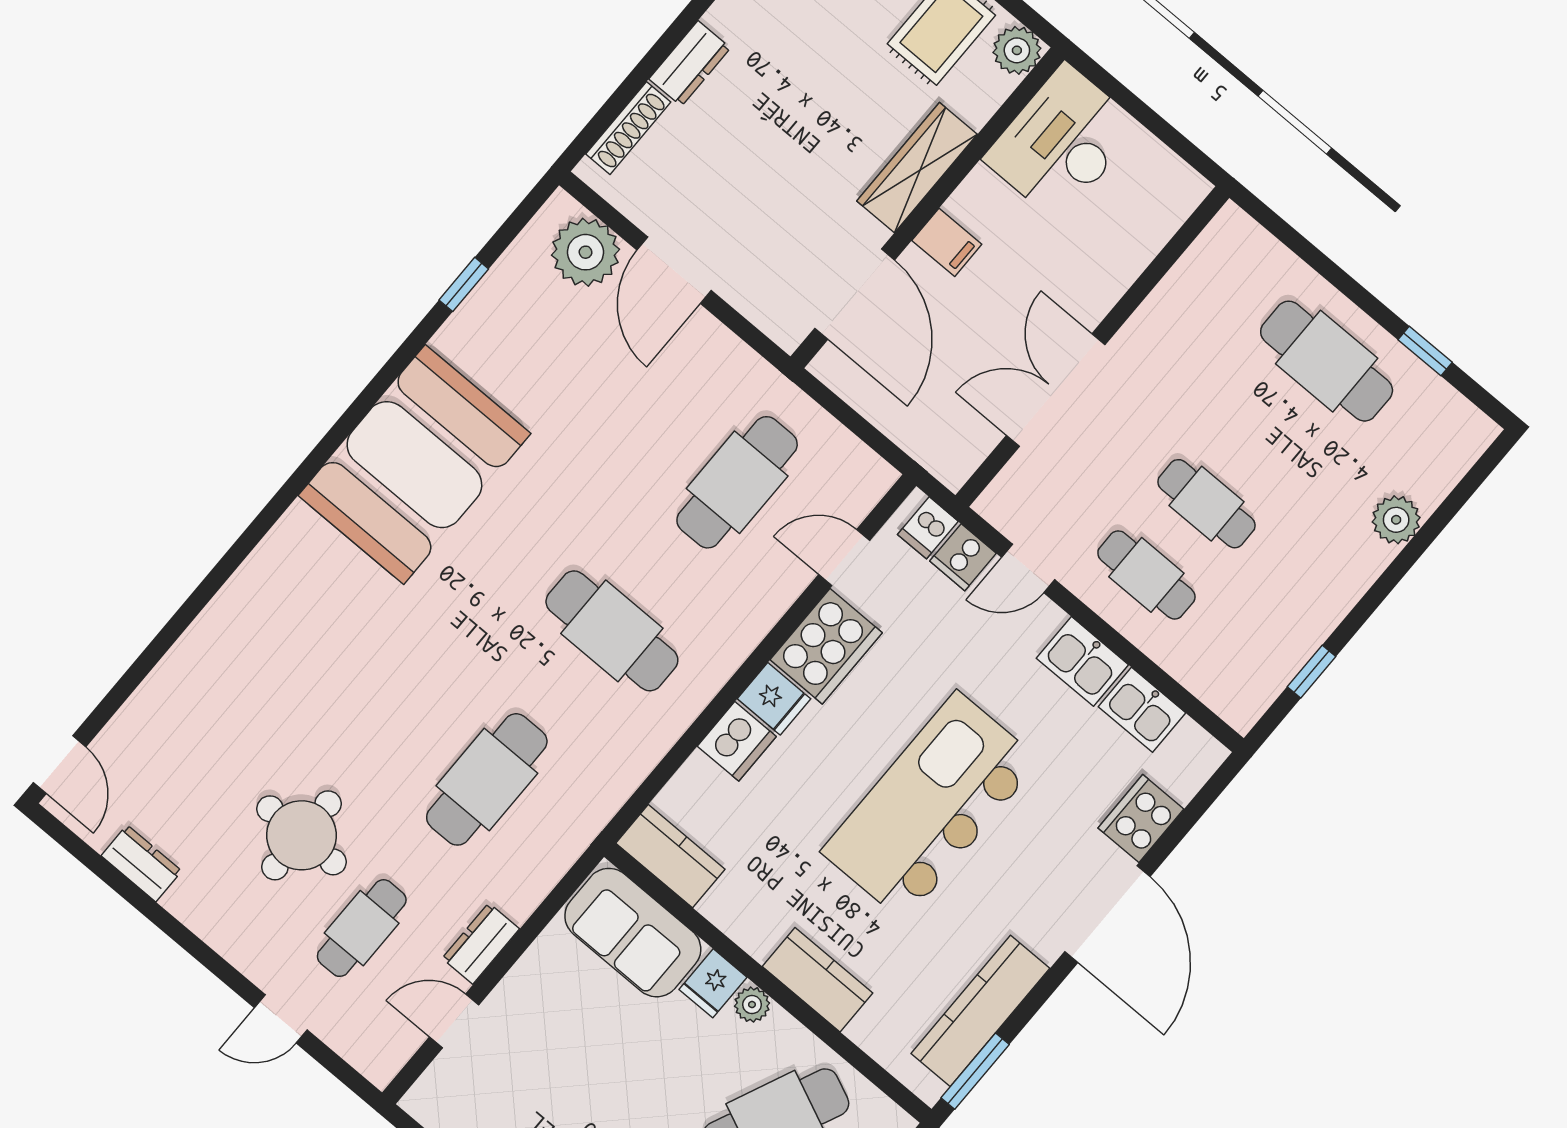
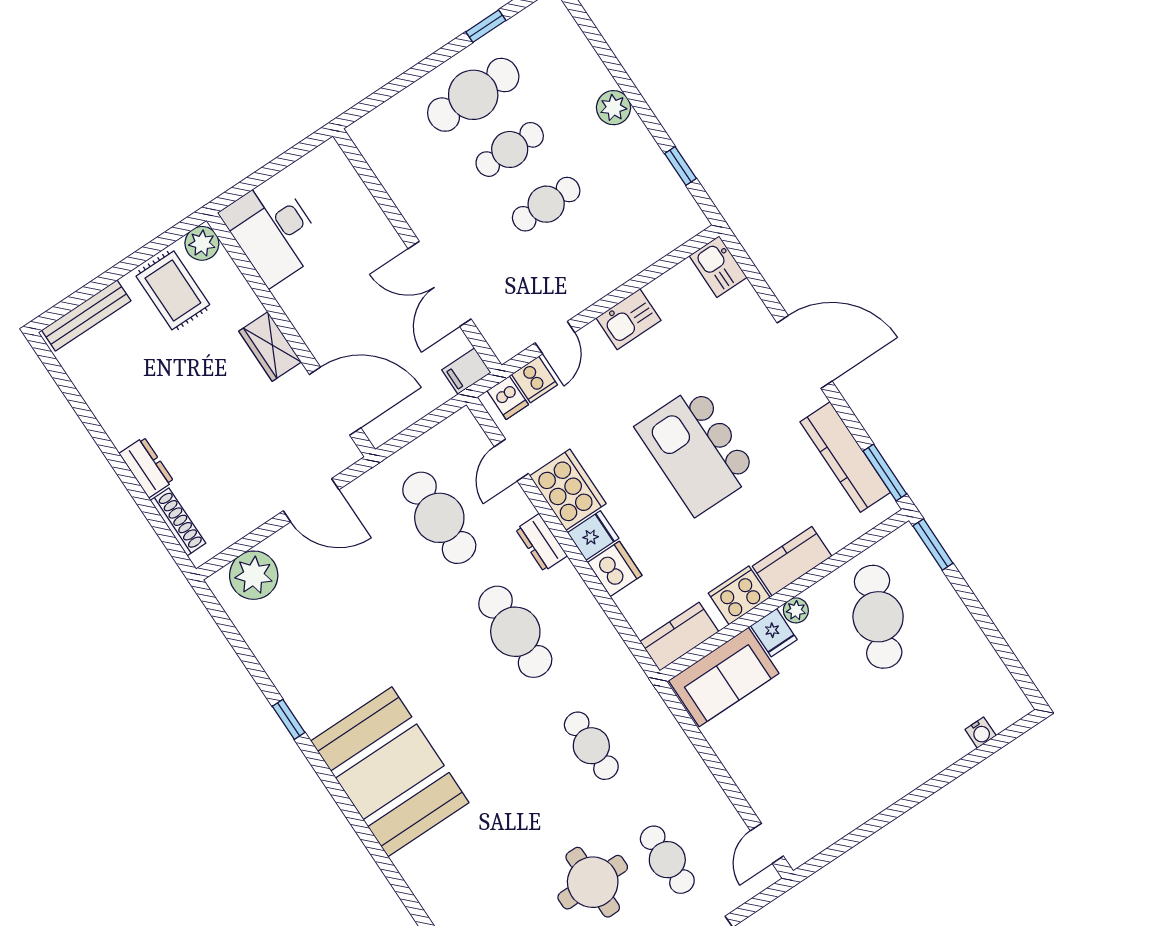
wardrobe: (917, 168) -> (270, 347), width x0.67
filing cabinet: (947, 242) -> (466, 371), moved, turned 180
door: (674, 270) -> (311, 500), moved
window: (464, 284) -> (289, 719), moved
booth: (414, 465) -> (390, 772), moved
plant: (1396, 520) -> (613, 108), moved
cafe table: (1146, 575) -> (510, 149), moved
cafe table: (612, 631) -> (515, 632), turned 90
kitchen sink: (1142, 710) -> (718, 267), moved, turned 90
cafe table: (487, 779) -> (591, 746), width x0.73, depth x0.74
kitchen island: (930, 806) -> (697, 451), width x0.73
cooker: (1141, 818) -> (739, 595), moved, turned 90
dresser: (481, 944) -> (541, 543), moved
door: (454, 1021) -> (767, 843), moved

